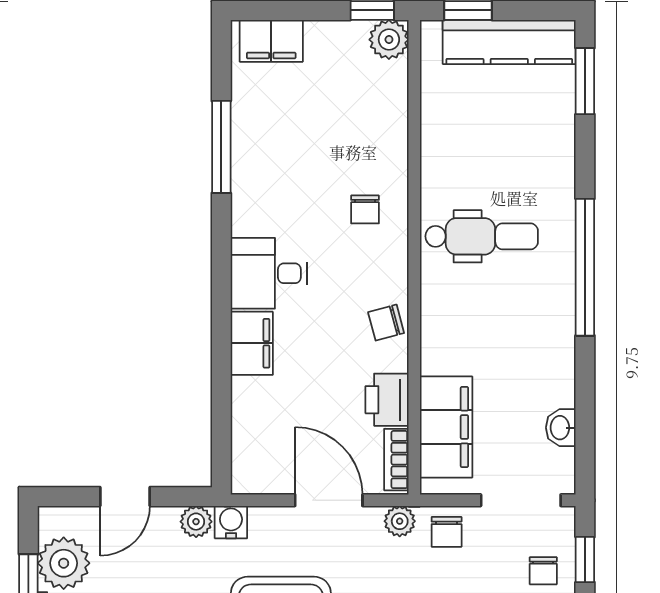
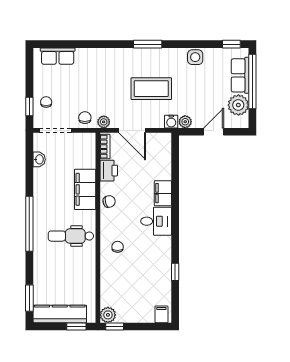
filing cabinet: (271, 41) -> (161, 314), width x0.50
window: (221, 147) -> (175, 272), width x0.46
filing cabinet: (446, 427) -> (85, 189), moved

